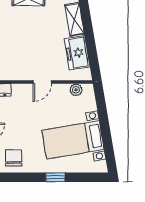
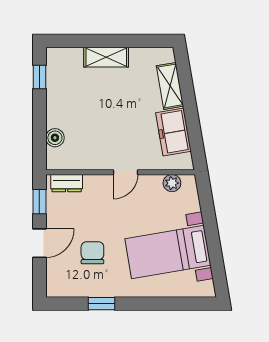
chair: (14, 158) -> (92, 253), moved
window: (55, 177) -> (102, 304), moved

